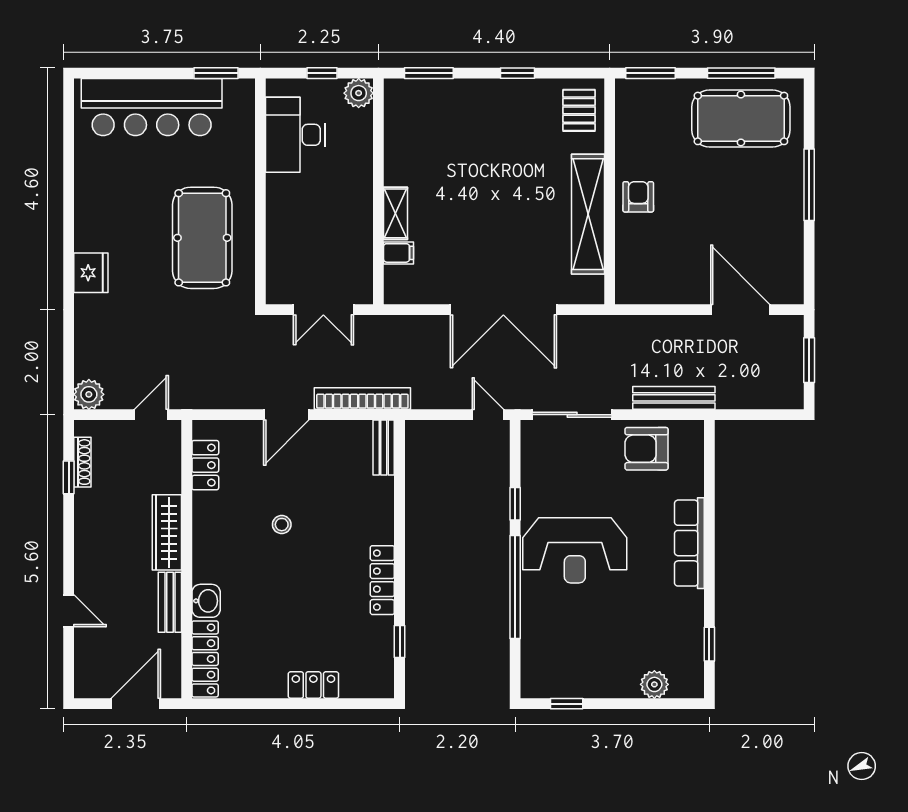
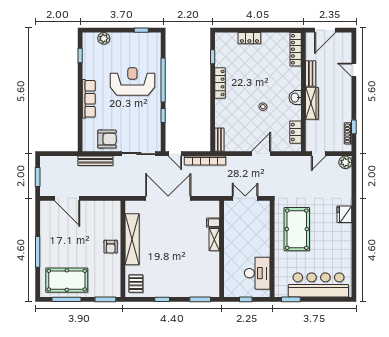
plant: (359, 93) -> (230, 291), removed
bookcase: (362, 399) -> (205, 161), moved
reception desk: (575, 550) -> (132, 82), moved
washbasin: (206, 601) -> (295, 98), moved

